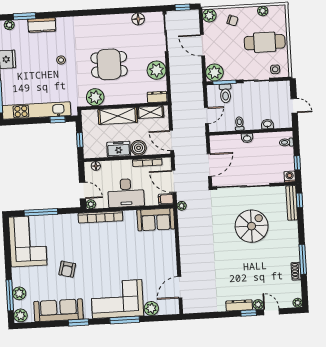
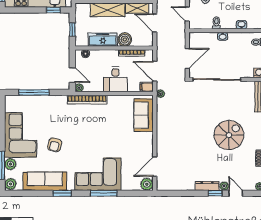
door: (206, 116) -> (187, 14), swing flipped
door: (172, 140) -> (155, 23), moved
freezer: (119, 149) -> (103, 40), width x1.40
desk: (126, 193) -> (115, 79), width x0.73
sofa: (156, 219) -> (144, 115), moved, turned 90
spiral stairs: (252, 226) -> (229, 135), moved
corner sofa: (28, 241) -> (21, 135), moved
plant: (151, 308) -> (147, 184), moved

